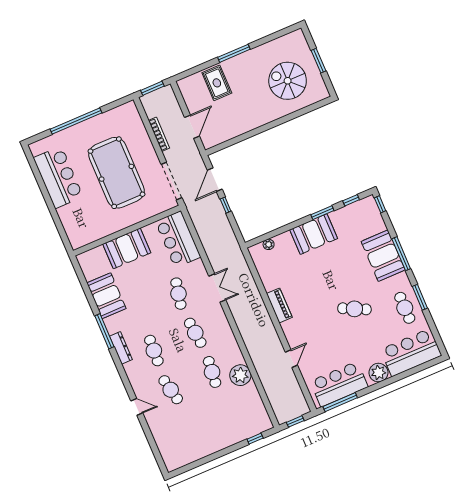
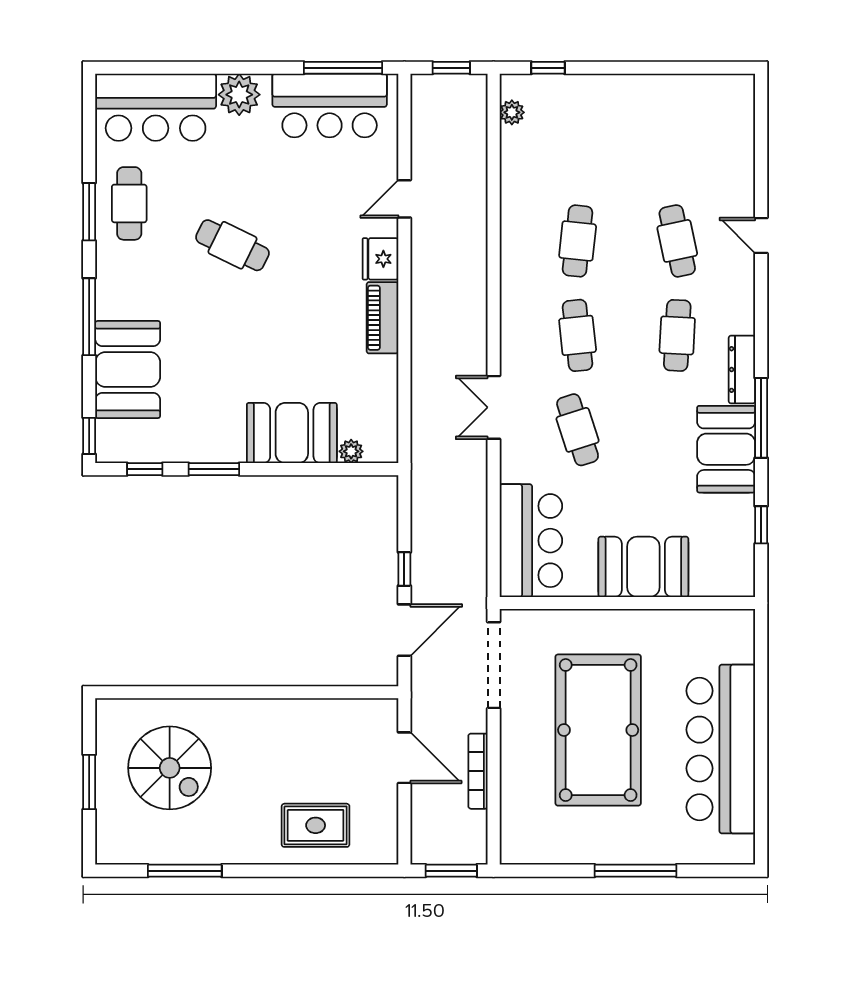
window: (234, 53) -> (185, 871), moved
rug: (217, 83) -> (316, 825), turned 90
window: (76, 121) -> (635, 871), width x0.68
door: (192, 127) -> (404, 758), swing flipped
bar counter: (58, 177) -> (721, 749), width x1.36
booth: (314, 234) -> (292, 433), moved
booth: (383, 256) -> (128, 369), moved
window: (85, 287) -> (761, 525), added
cafe table: (178, 294) -> (578, 430), turned -30
booth: (106, 296) -> (726, 449), moved
fridge: (291, 329) -> (380, 259), added
plant: (240, 375) -> (512, 112), moved, width x0.53, depth x0.53

